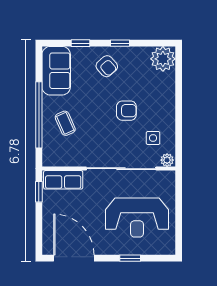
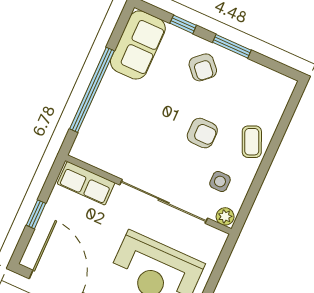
window: (120, 43) -> (232, 46), width x1.50
plant: (163, 59) -> (276, 89), removed
coffee table: (65, 123) -> (252, 142), moved
window: (39, 192) -> (36, 214), moved

